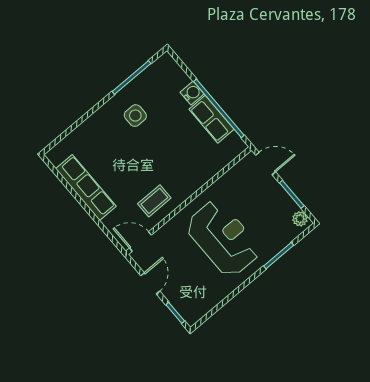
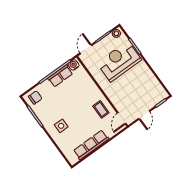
chair: (167, 75) -> (35, 97), added
water cooler: (192, 93) -> (74, 65), moved
side table: (135, 116) -> (61, 126), moved
reception desk: (223, 238) -> (119, 61), moved
door: (150, 283) -> (144, 115), swing flipped

